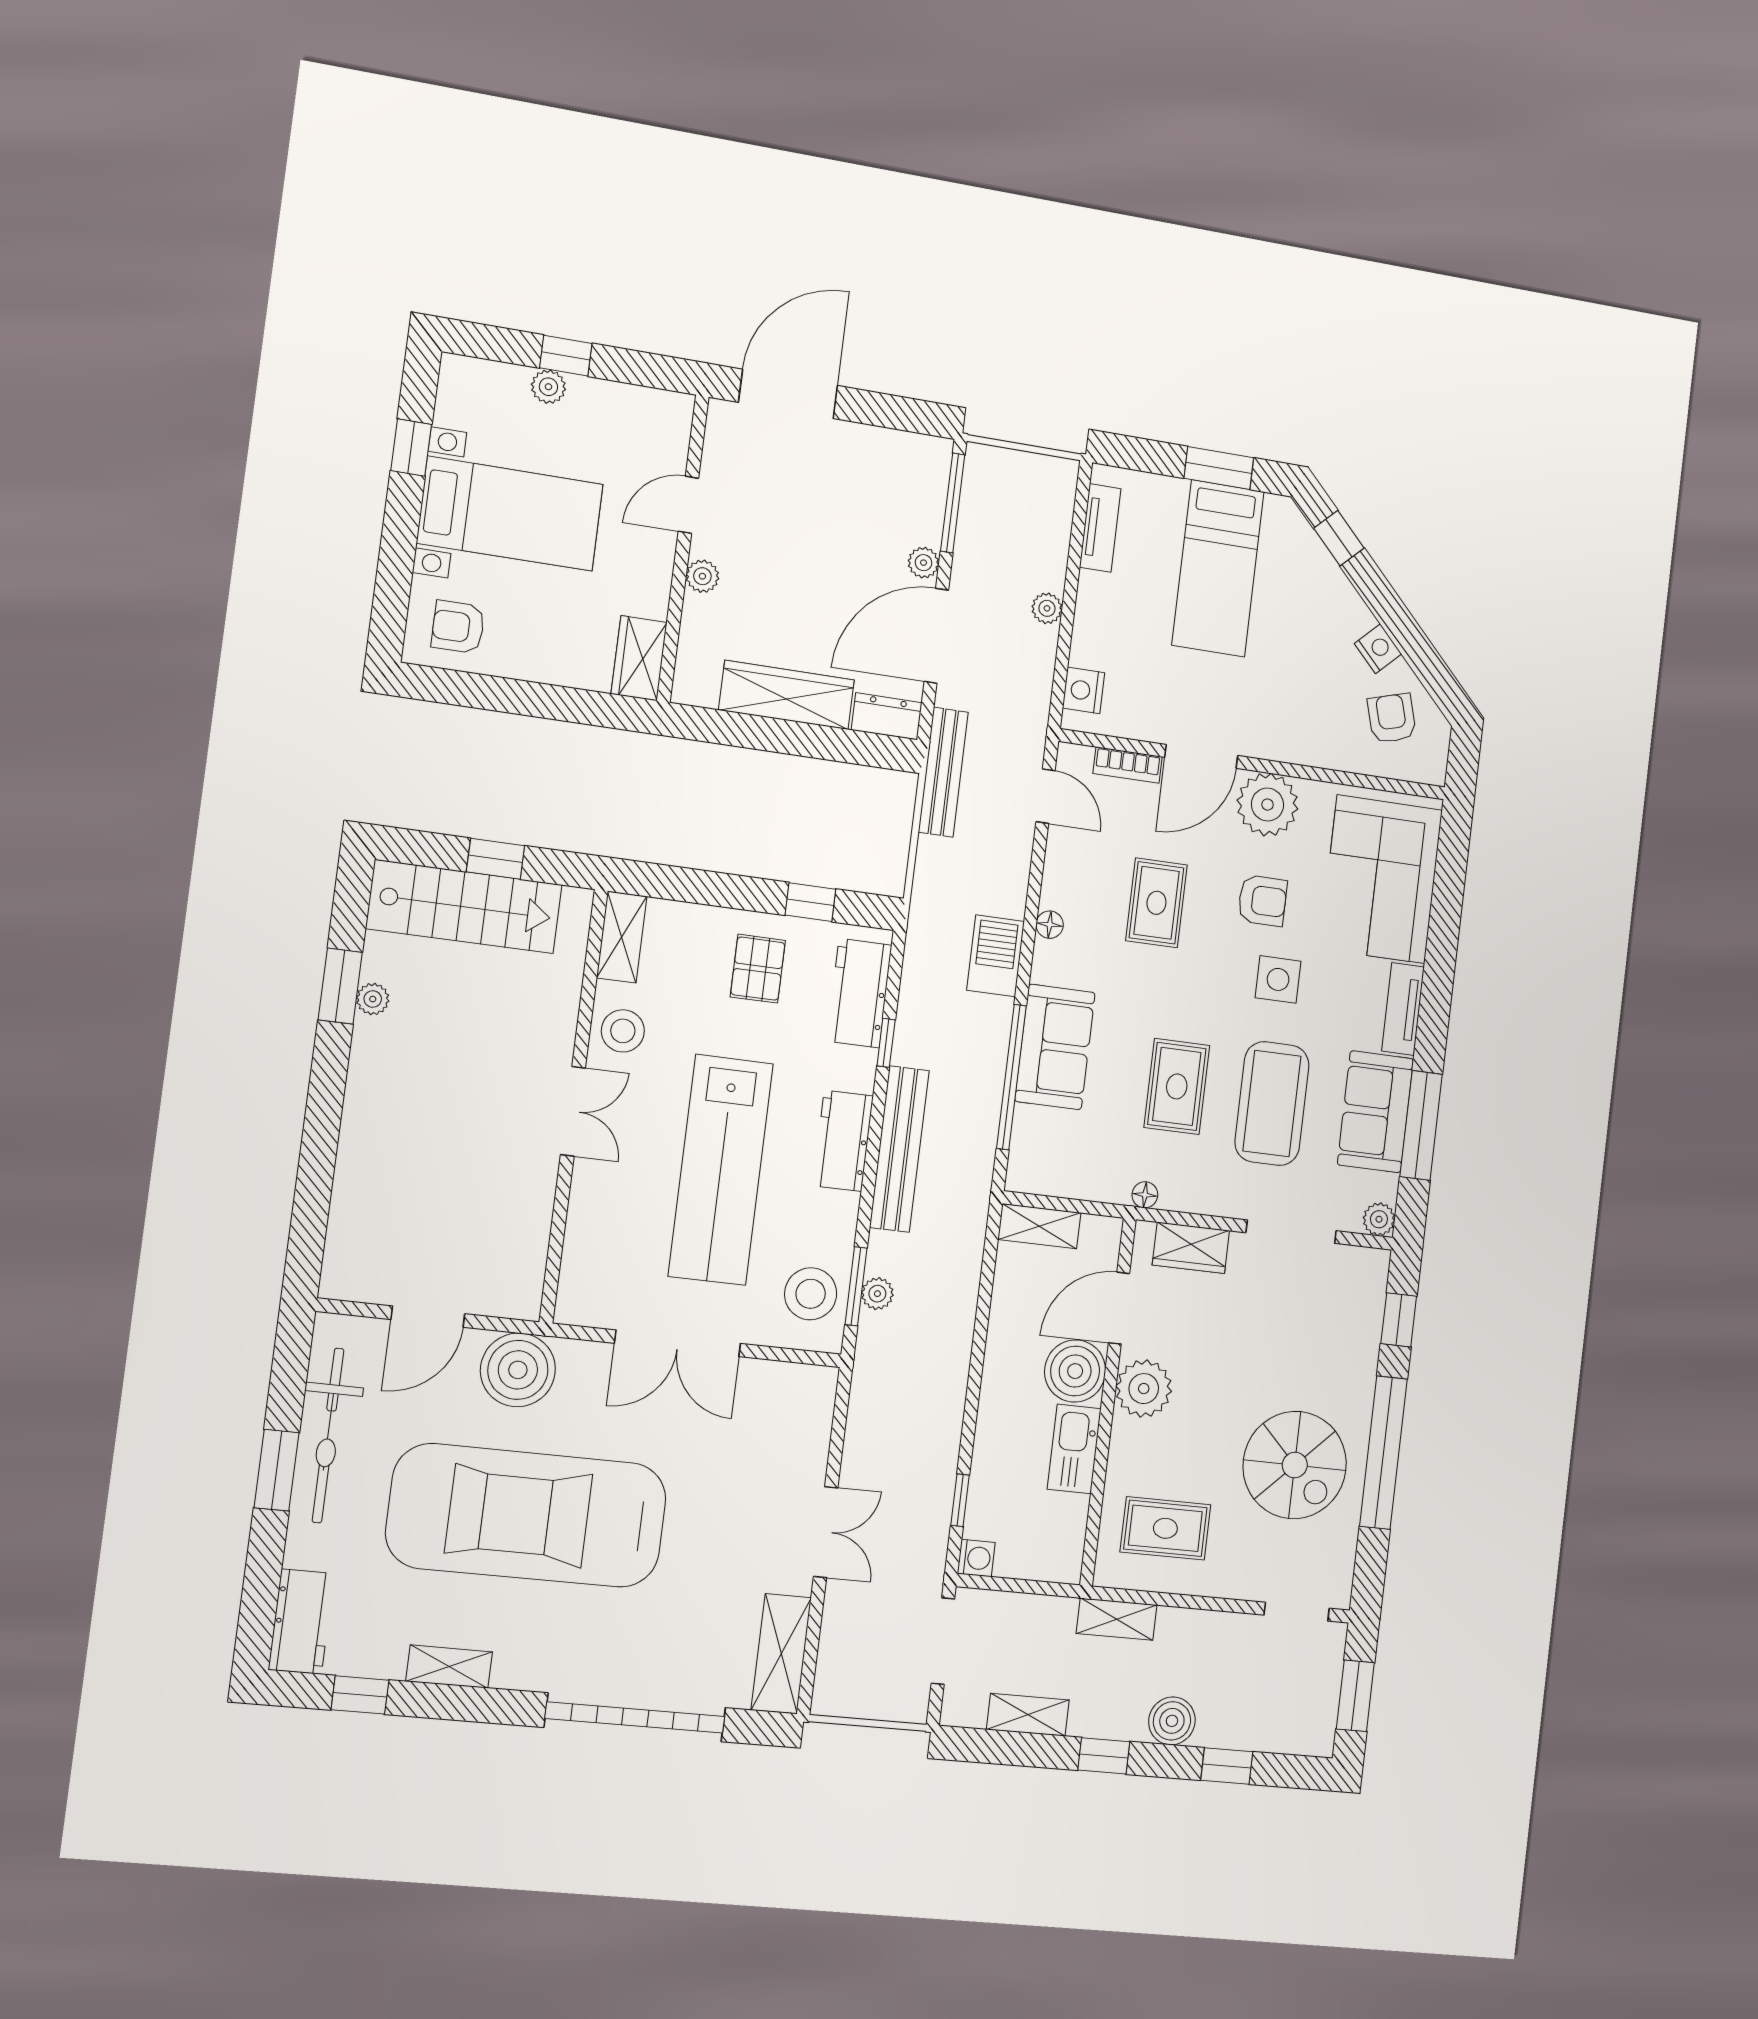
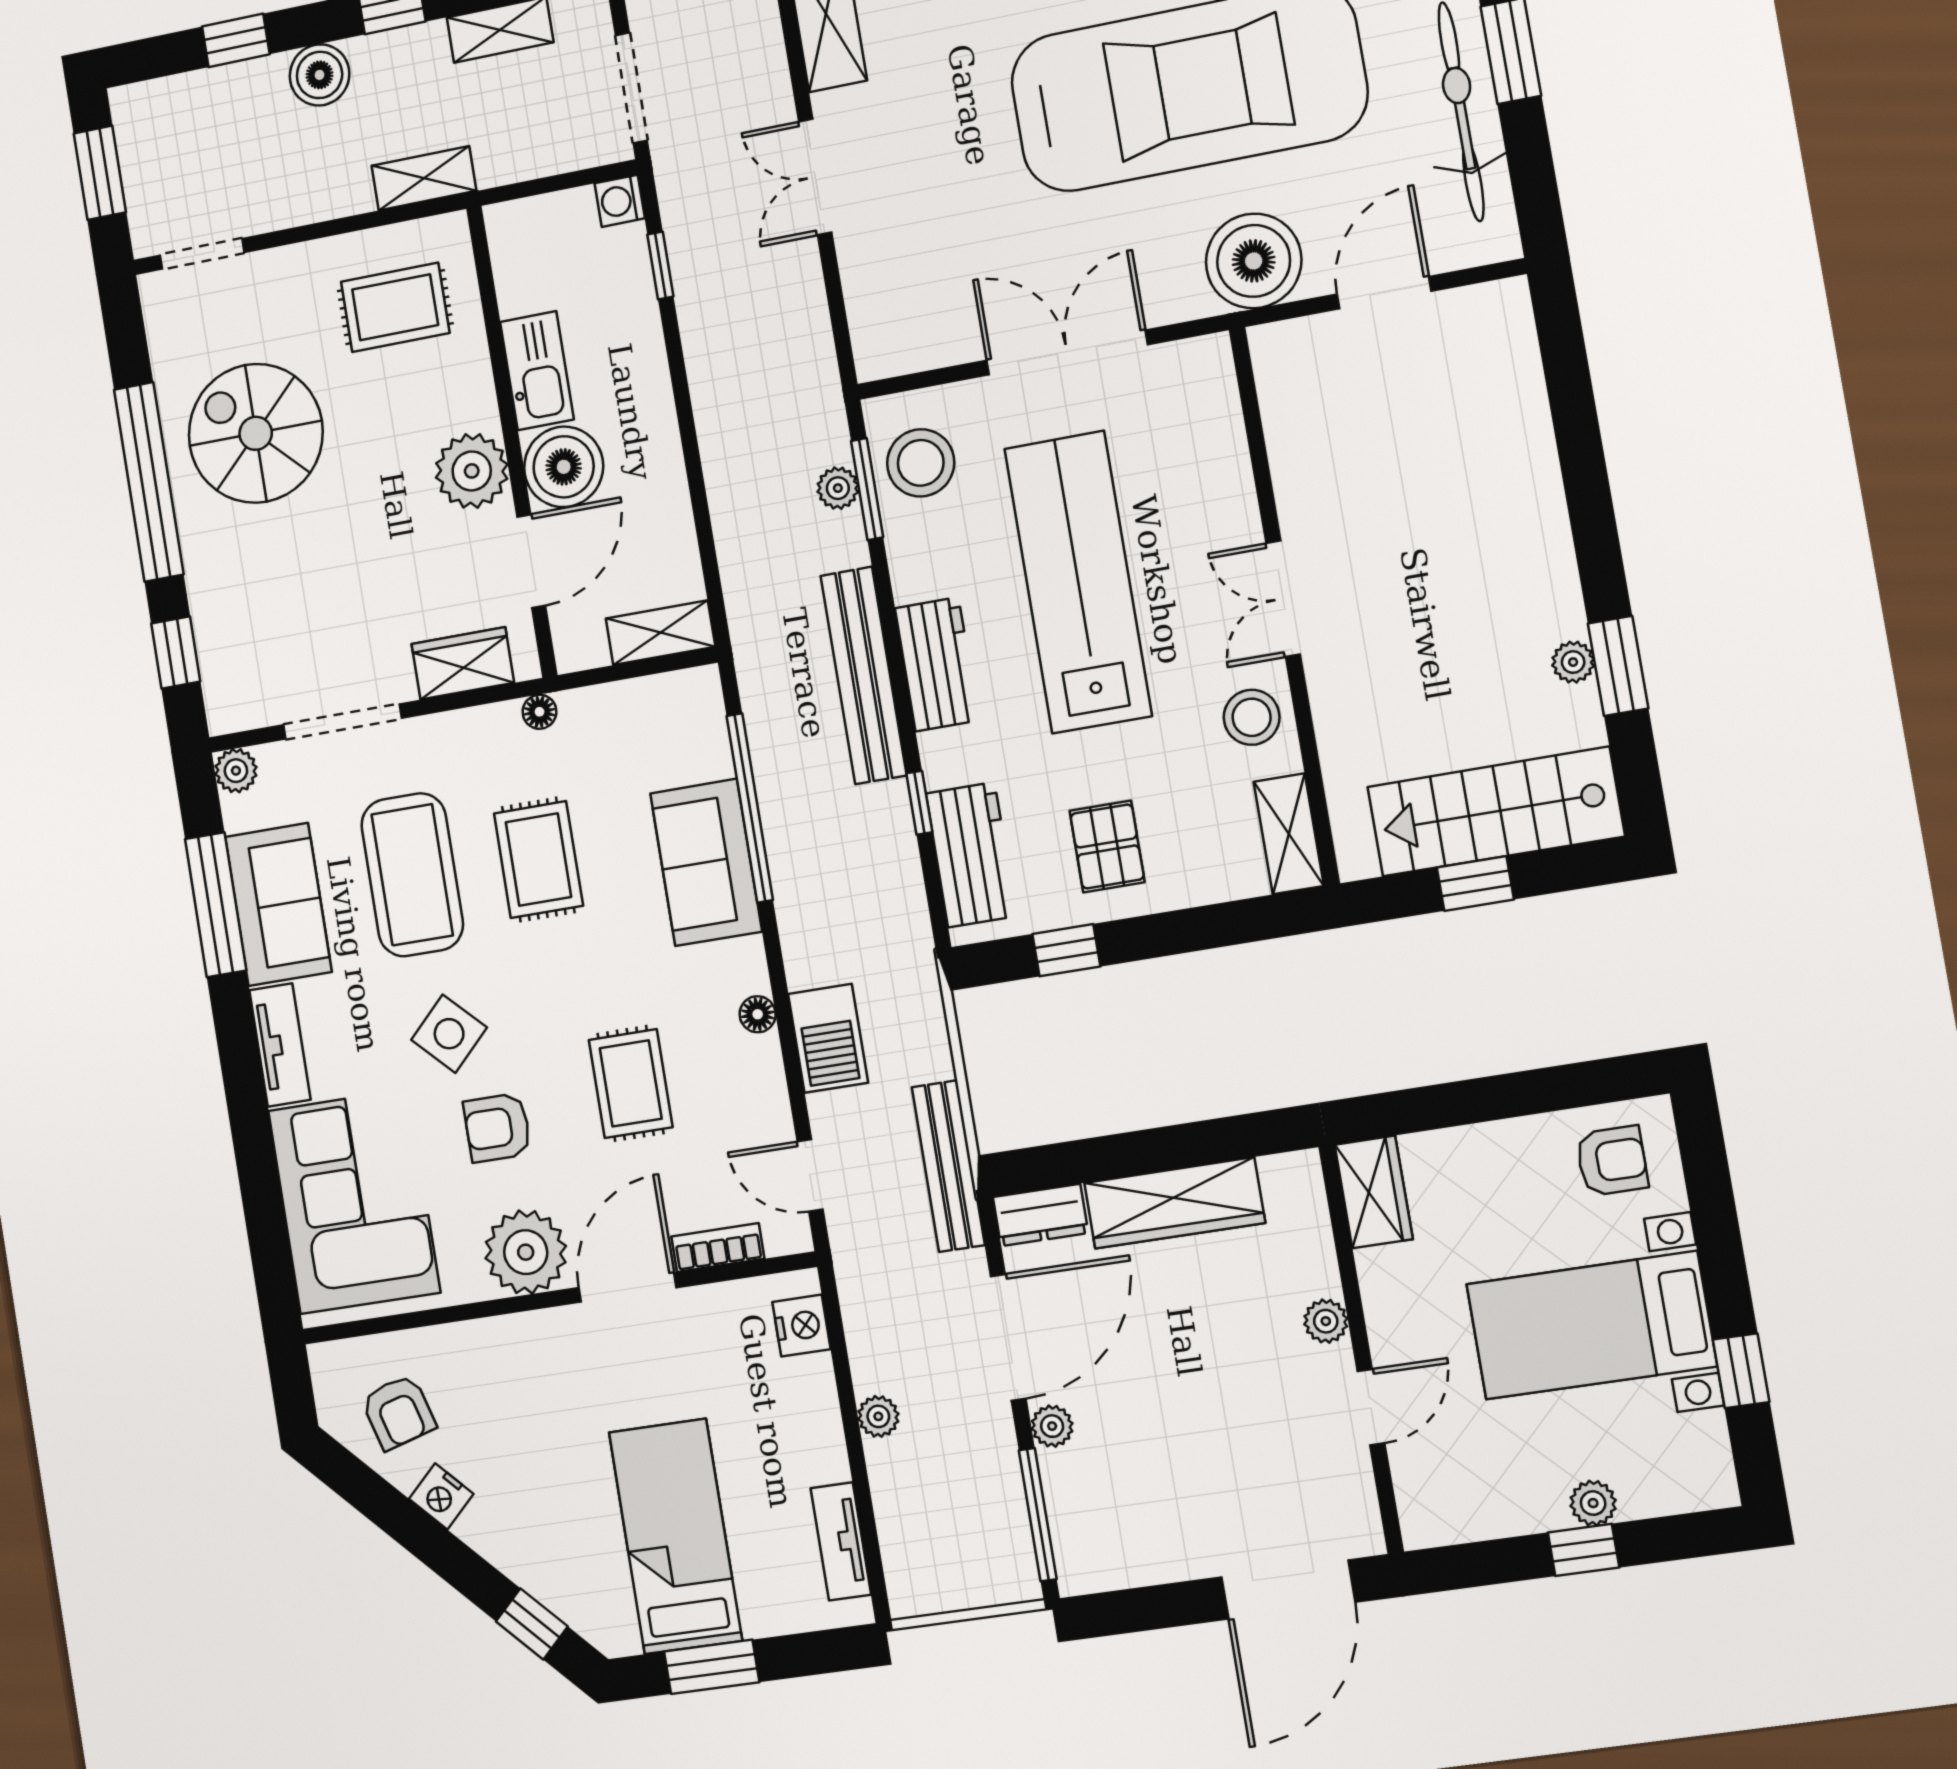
barbecue: (996, 956) -> (828, 1038), moved
side table: (1278, 979) -> (449, 1034), turned 45

